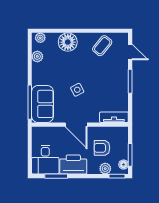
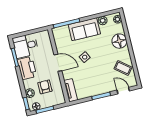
door: (130, 52) -> (123, 91), swing flipped
sofa: (43, 104) -> (84, 29), moved
door: (76, 125) -> (58, 63), swing flipped

